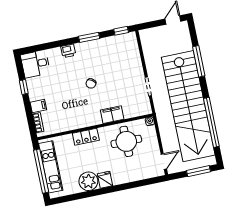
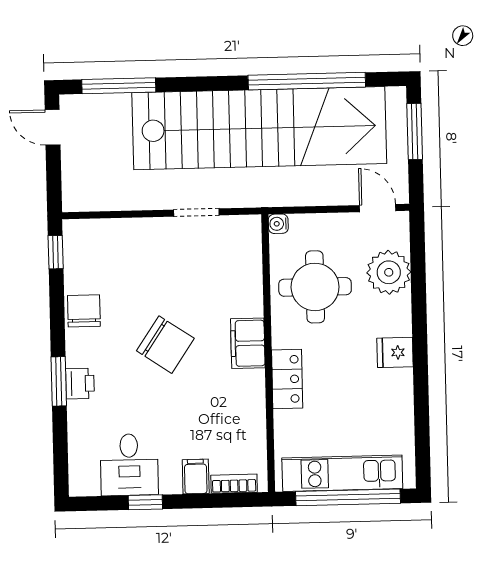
window: (89, 37) -> (59, 381), moved
chair: (99, 47) -> (84, 311), added
window: (199, 61) -> (119, 86), moved
desk: (35, 64) -> (129, 465), moved
chair: (91, 83) -> (165, 345), width x1.87, depth x1.87
filing cabinet: (112, 115) -> (248, 343), moved
plant: (88, 181) -> (389, 272), moved

